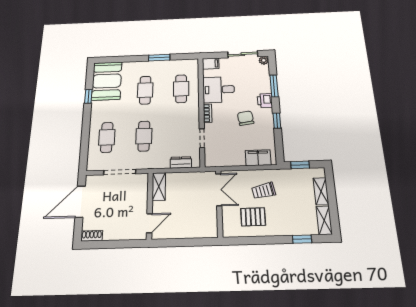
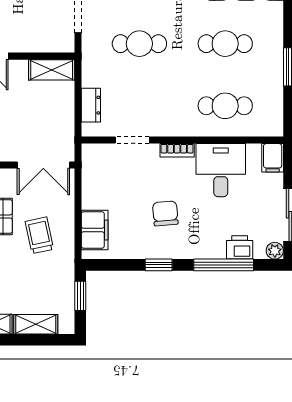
window: (274, 86) -> (224, 265), width x1.44
printer: (265, 101) -> (240, 247), moved
chair: (246, 118) -> (165, 213), turned -87

